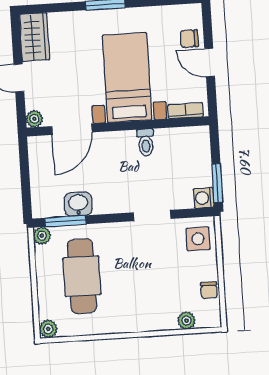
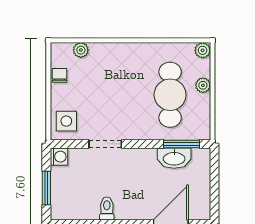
window: (217, 183) -> (46, 188), moved
washbasin: (78, 204) -> (174, 158), width x1.38
plant: (42, 236) -> (203, 85), moved

